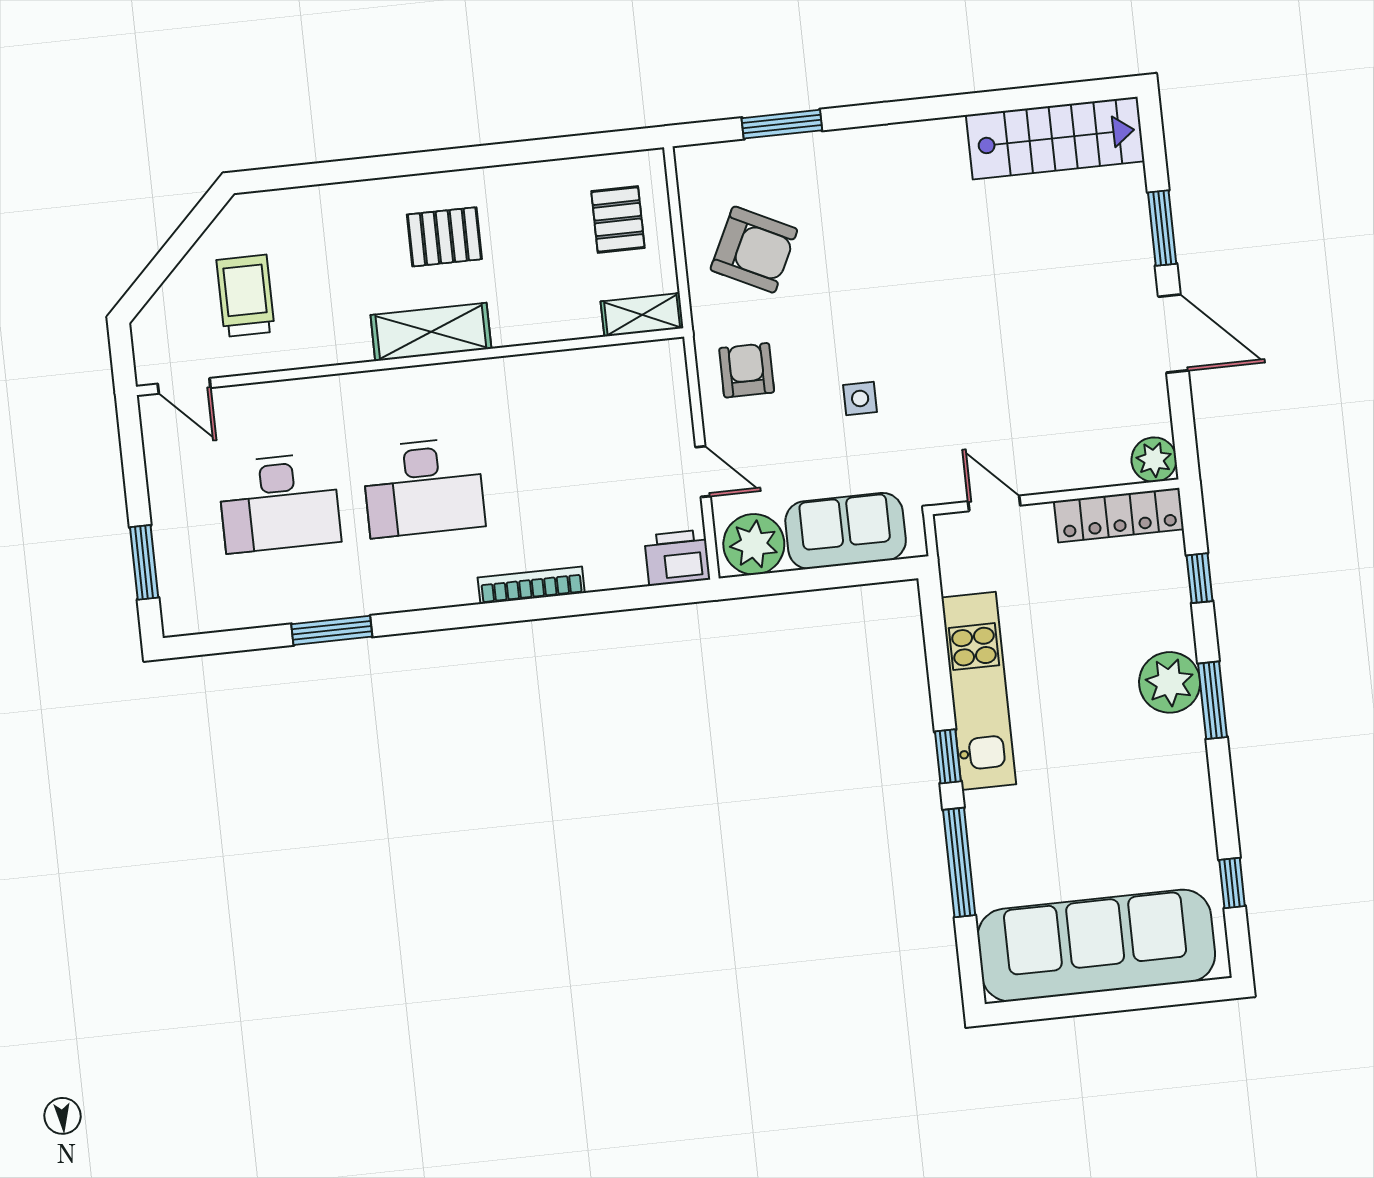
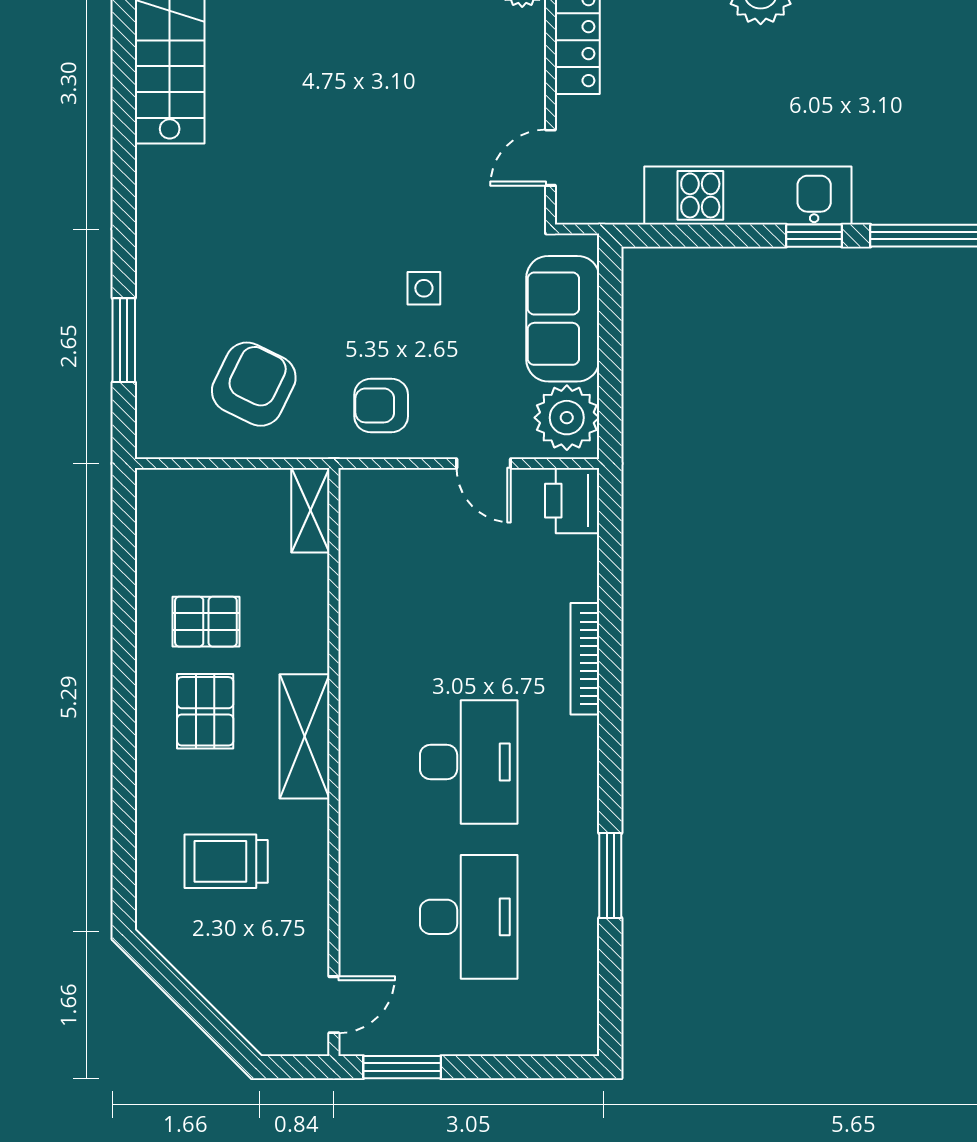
pallet: (618, 220) -> (206, 622), moved
trolley: (246, 296) -> (226, 861), moved
door: (703, 472) -> (484, 463), swing flipped
window: (144, 562) -> (402, 1067), moved

